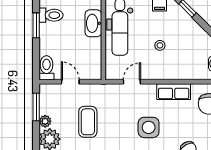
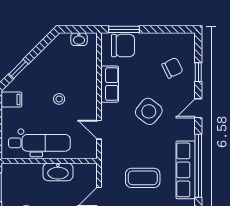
washbasin: (93, 23) -> (58, 172), moved
side table: (149, 127) -> (149, 111), turned 38

